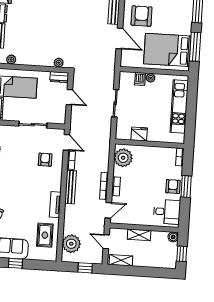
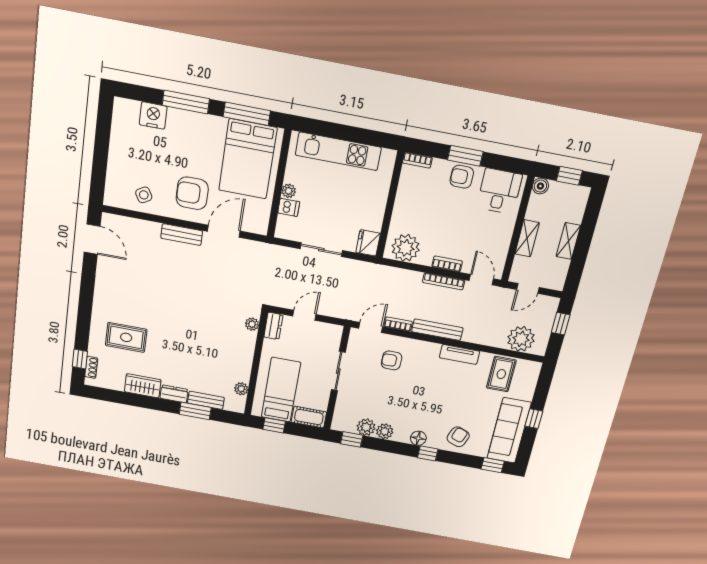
fridge: (139, 134) -> (368, 243), moved
rug: (45, 235) -> (501, 374), turned 90
shelving: (121, 260) -> (568, 241), moved

